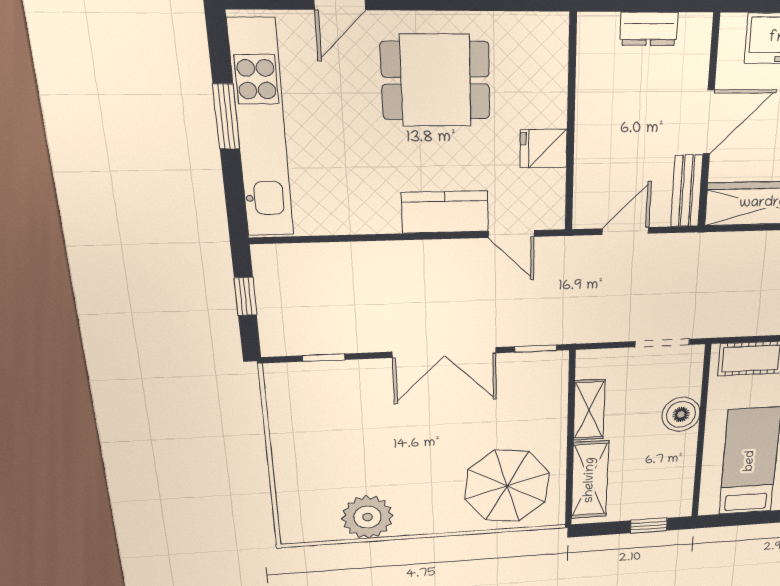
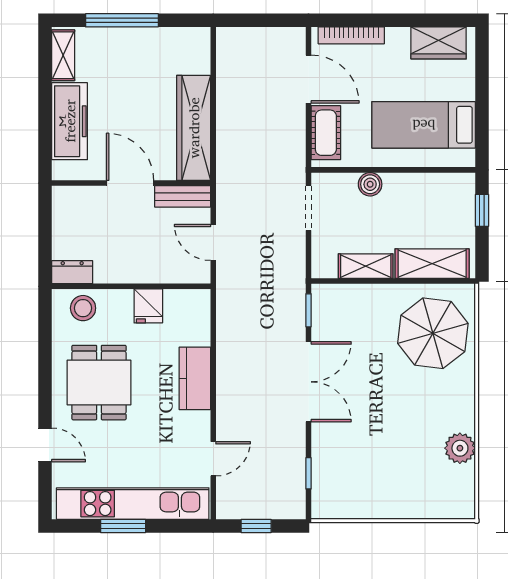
dresser: (649, 29) -> (72, 272), moved, turned -90
stool: (542, 57) -> (83, 308), added
door: (511, 234) -> (213, 459), moved
boiler: (681, 414) -> (370, 184), width x0.73, depth x0.73
plant: (367, 517) -> (460, 448), width x0.73, depth x0.73

